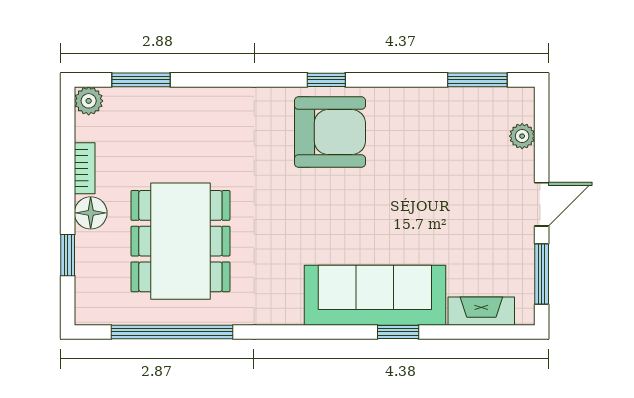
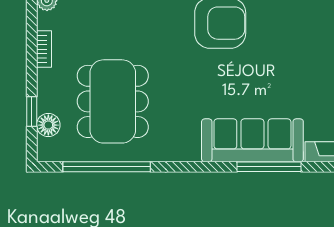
floor lamp: (91, 213) -> (48, 125), moved
window: (398, 332) -> (269, 167), width x2.17

